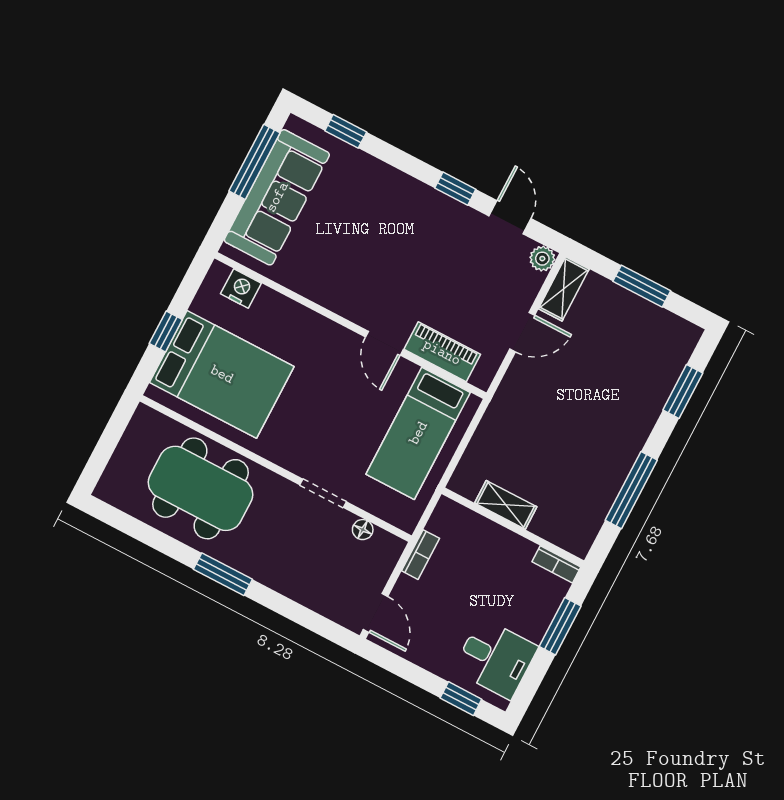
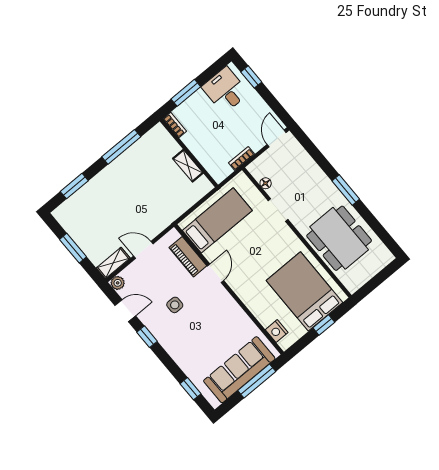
window: (255, 162) -> (257, 381), moved
door: (510, 217) -> (125, 311), swing flipped
side table: (431, 261) -> (175, 305), added

